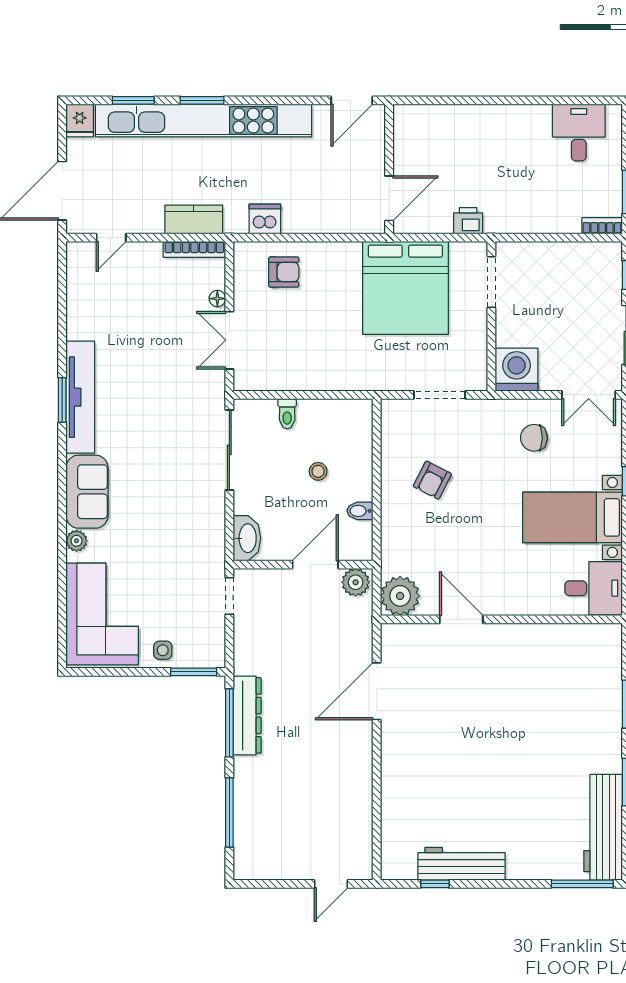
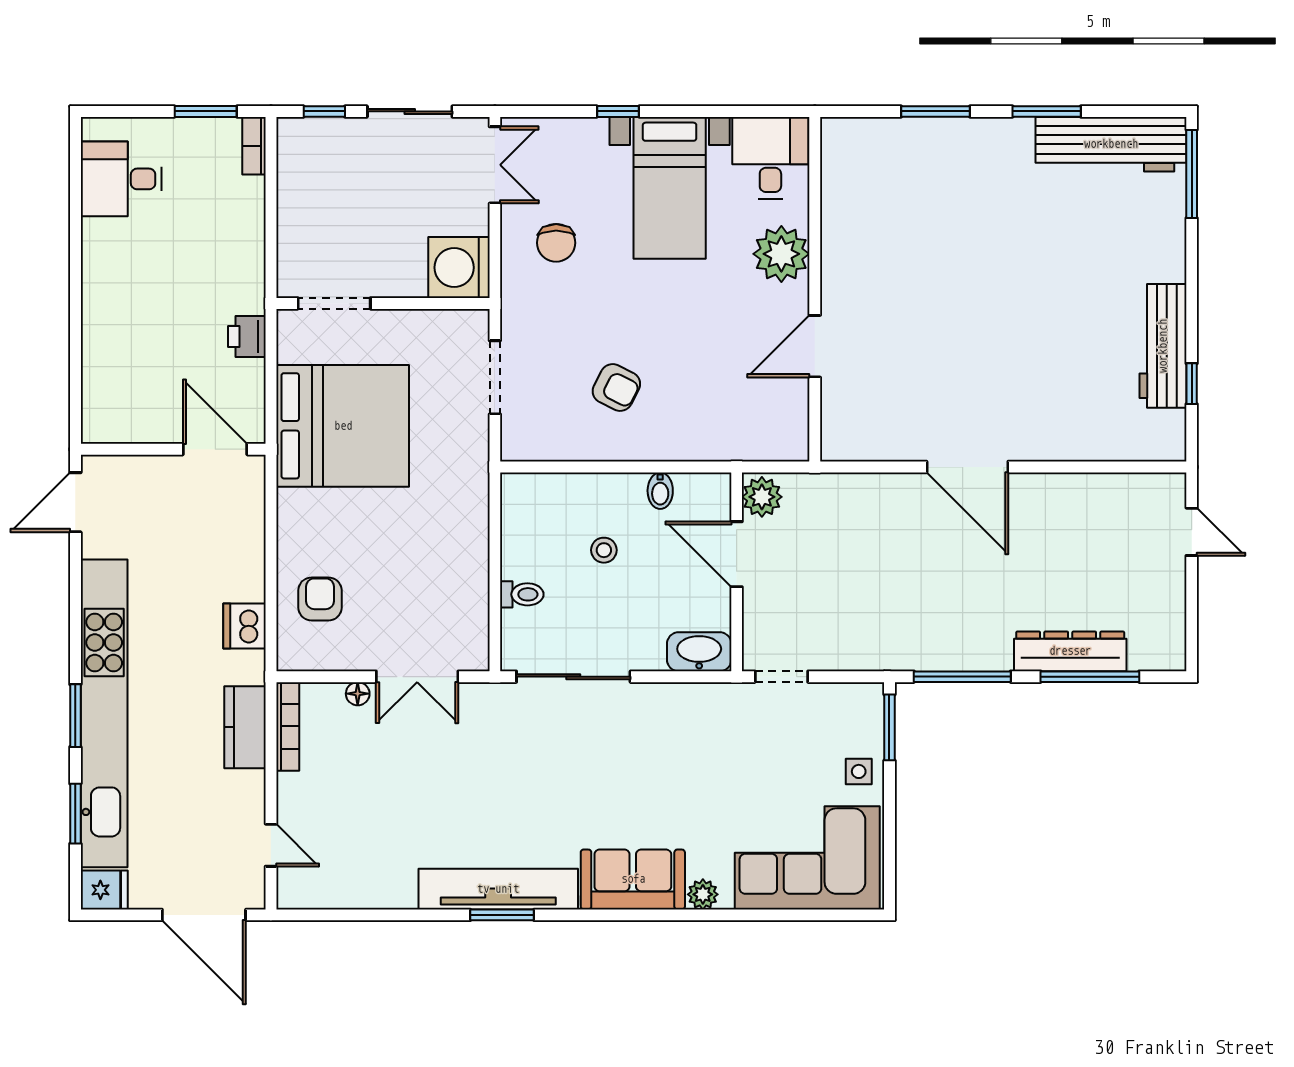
door: (352, 100) -> (75, 502), swing flipped
plant: (400, 596) -> (781, 254), moved
door: (377, 691) -> (967, 467), moved
dresser: (247, 715) -> (1070, 651), moved

